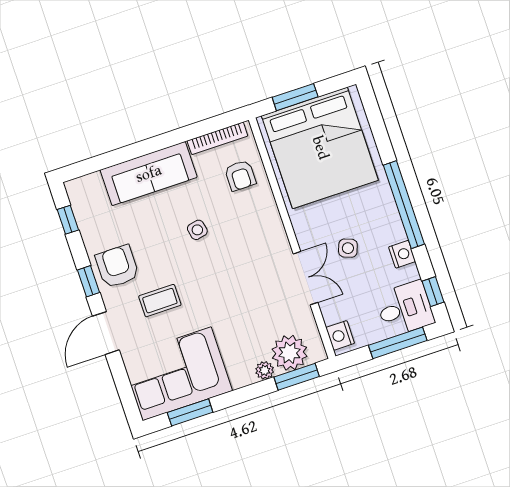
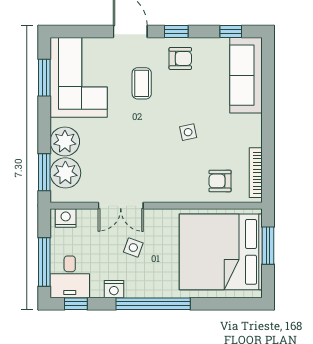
sofa: (149, 174) -> (246, 75), moved
armchair: (117, 266) -> (180, 58), width x0.72, depth x0.72
plant: (265, 370) -> (65, 142), width x1.87, depth x1.87

